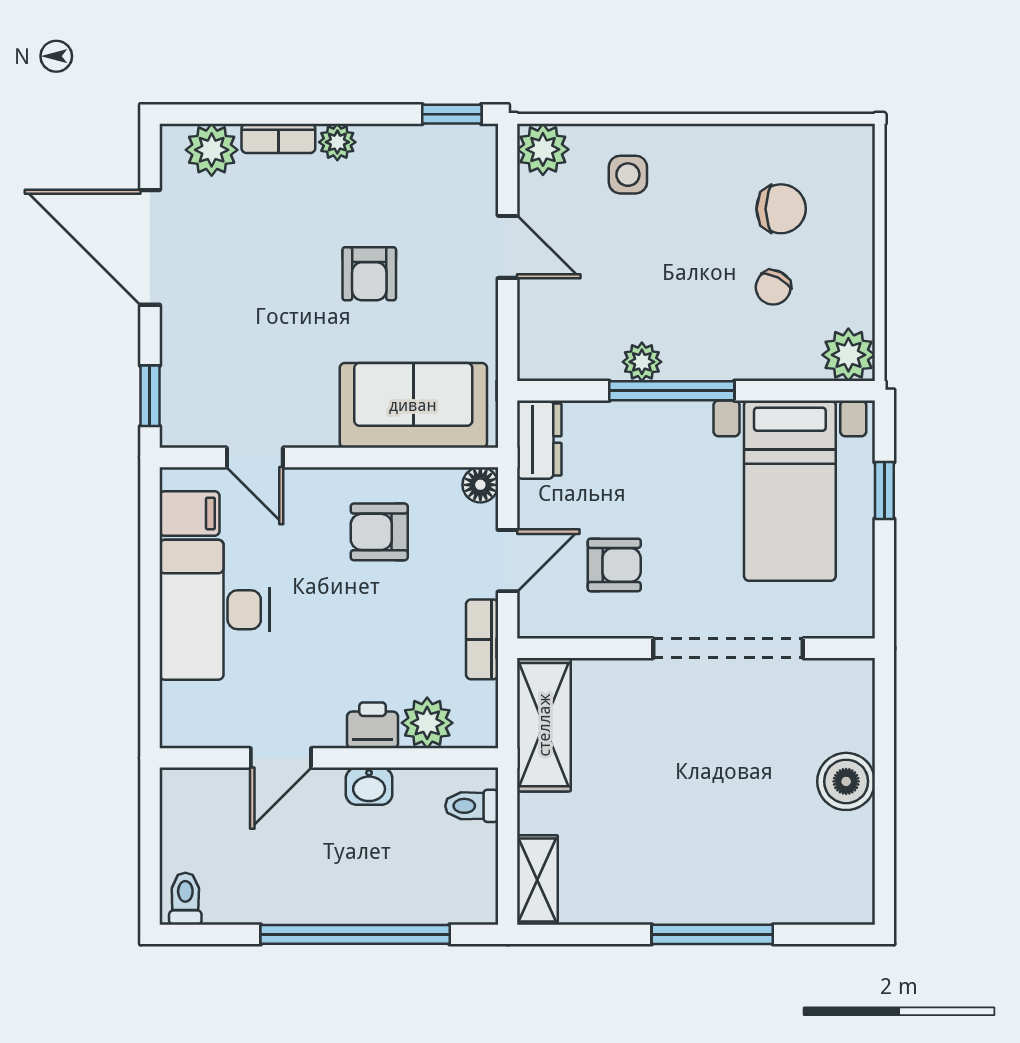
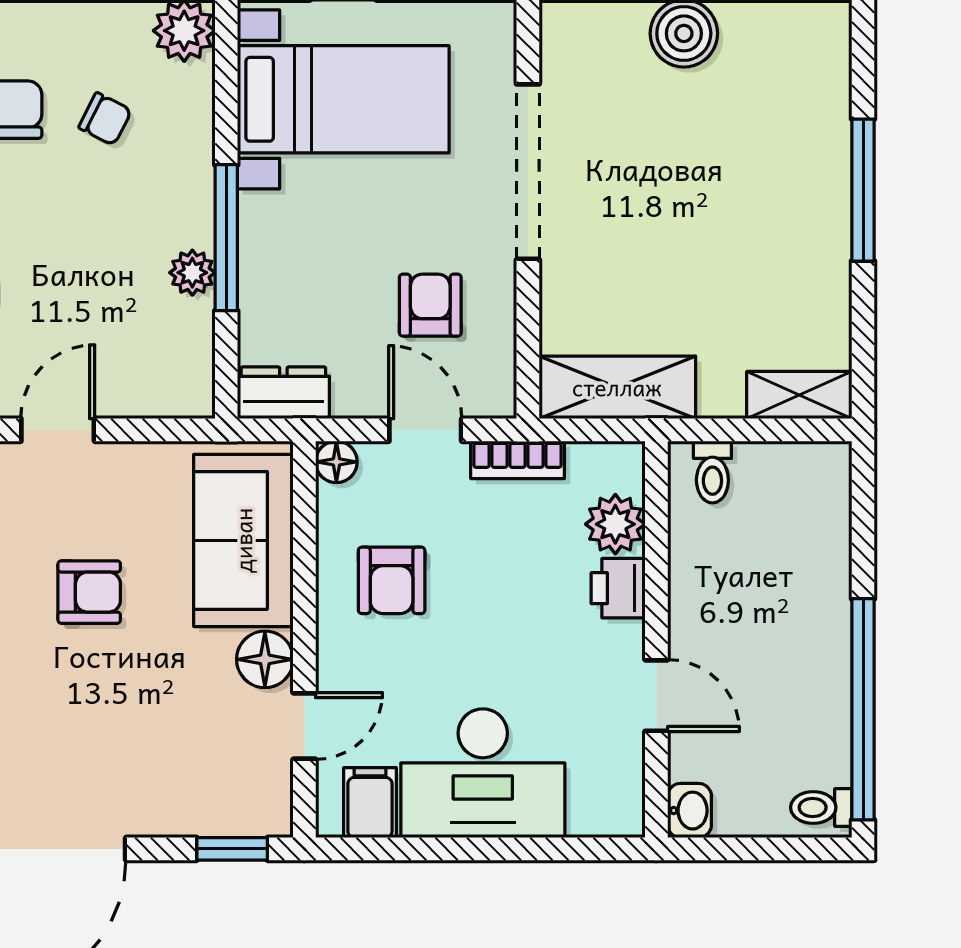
floor lamp: (312, 424) -> (265, 659), added
washbasin: (369, 786) -> (689, 811), moved
window: (355, 934) -> (863, 709), moved

